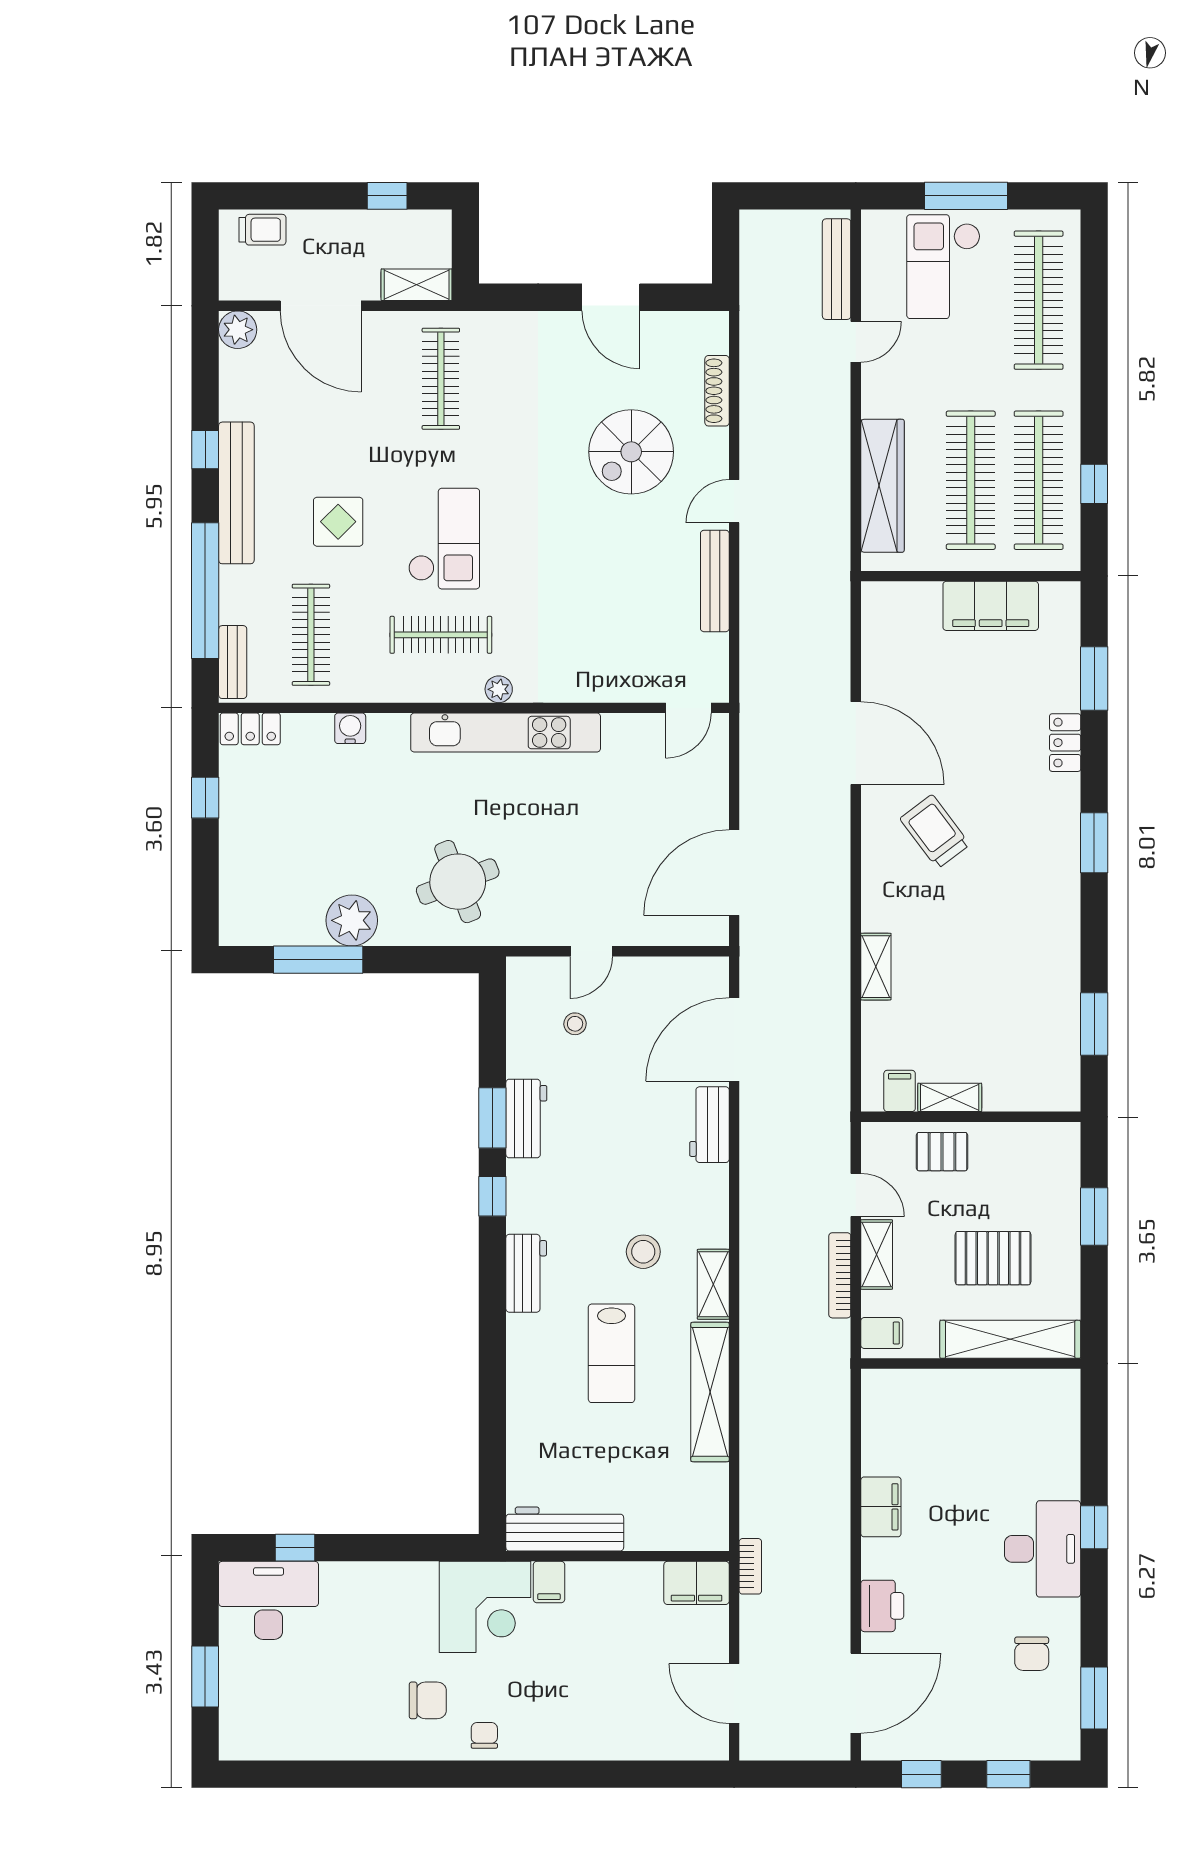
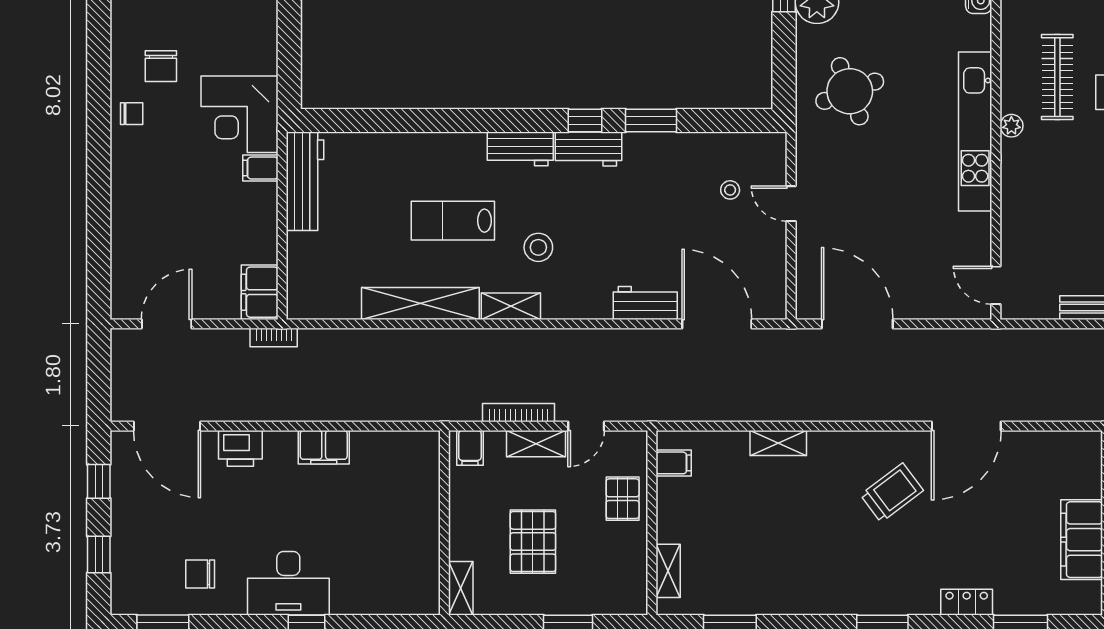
shelving: (950, 1097) -> (668, 571), moved
workbench: (526, 1119) -> (589, 149), moved
shelving: (1010, 1339) -> (461, 588), width x0.45, depth x0.75

